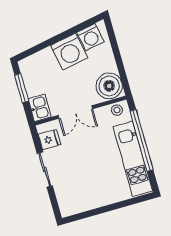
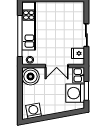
washing machine: (69, 52) -> (75, 93), moved, turned -79
double door: (75, 112) -> (57, 66), swing flipped

